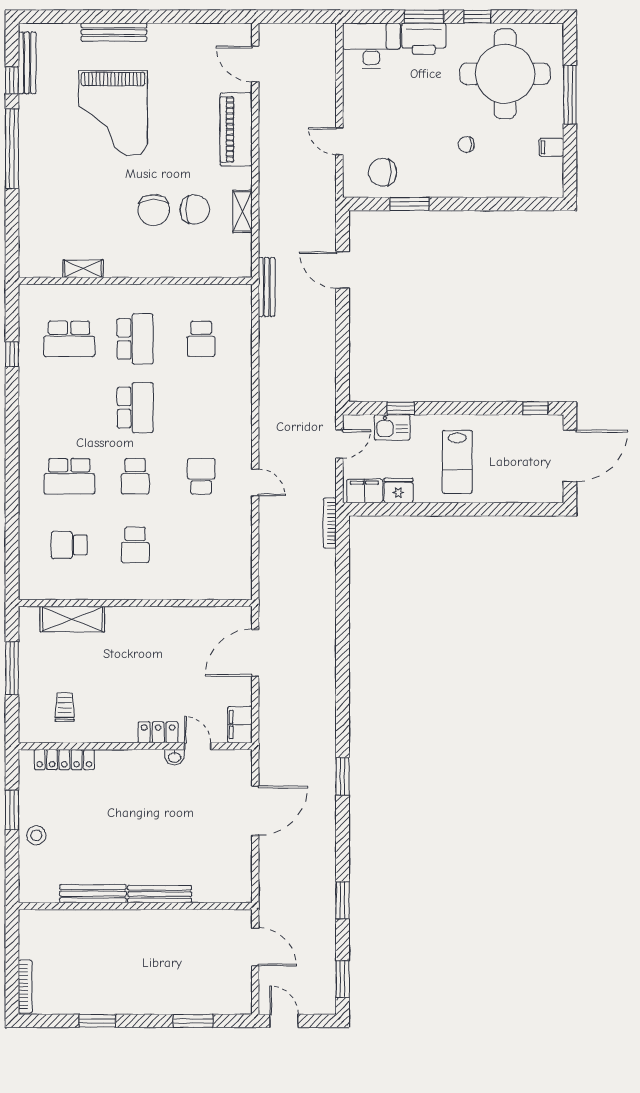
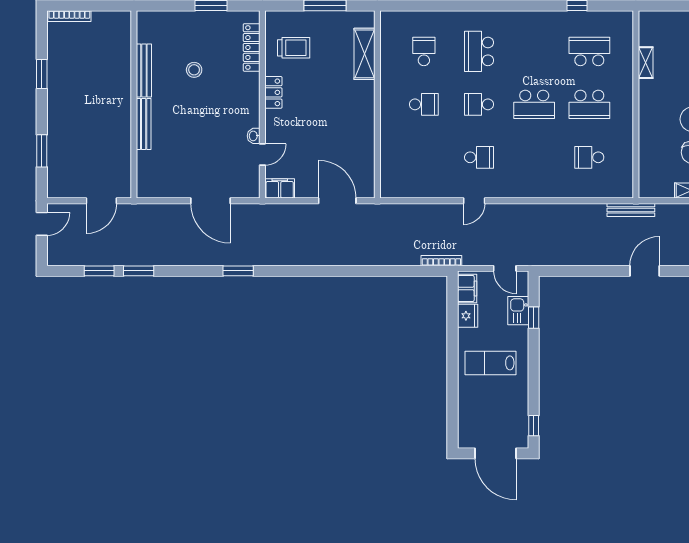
school desk: (69, 339) -> (589, 51), turned 90
school desk: (135, 545) -> (424, 104), turned 180
trolley: (65, 707) -> (294, 48), width x1.36, depth x1.39
locker: (158, 732) -> (273, 92), moved
stool: (36, 835) -> (194, 70), moved
window: (343, 979) -> (99, 271), moved

